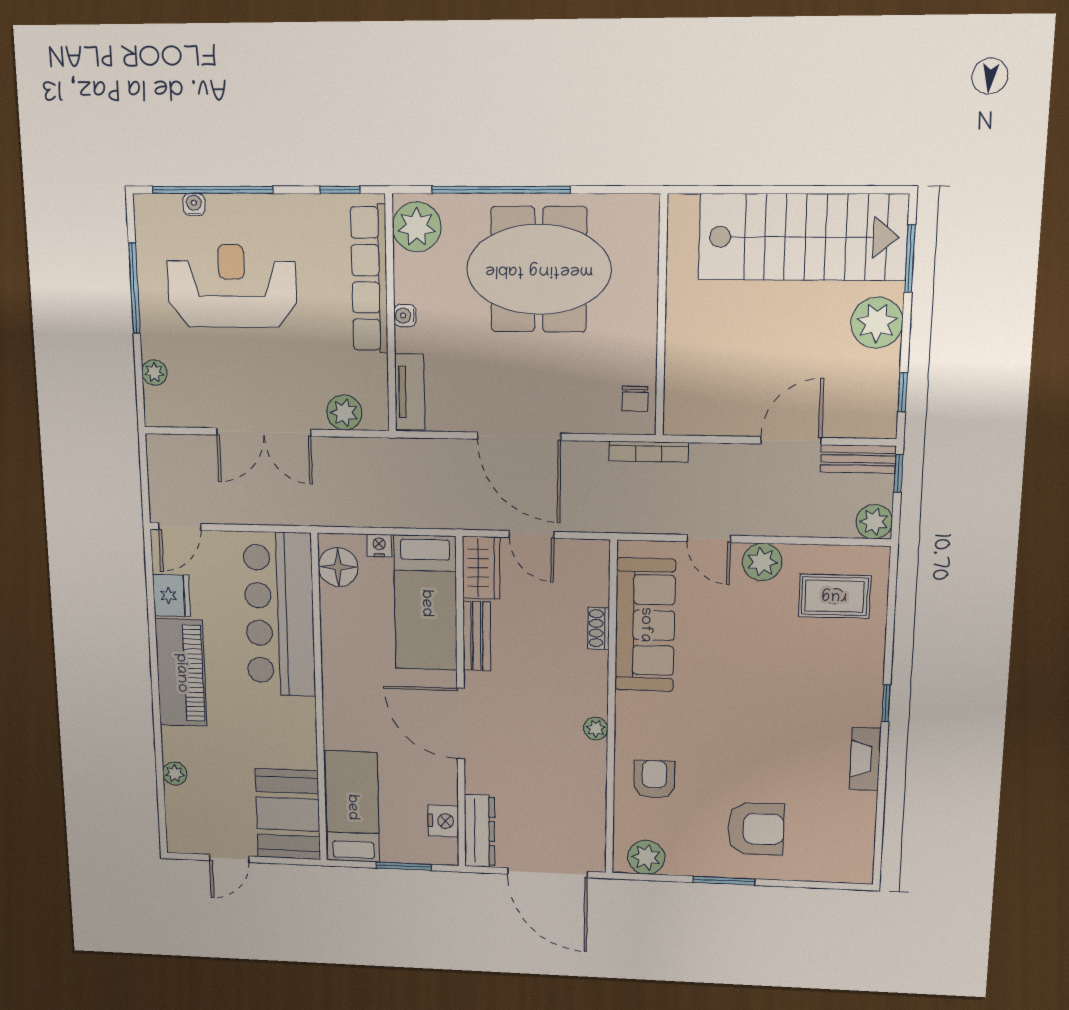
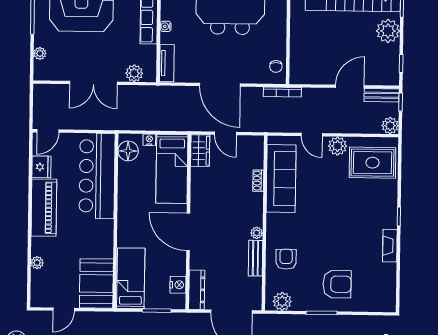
rug: (834, 596) -> (373, 163), width x1.36, depth x1.43
bench: (477, 636) -> (255, 258), moved

